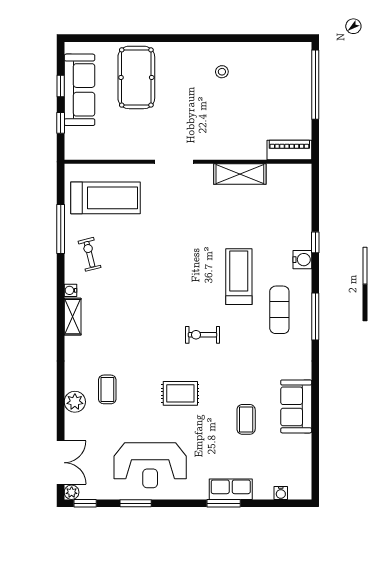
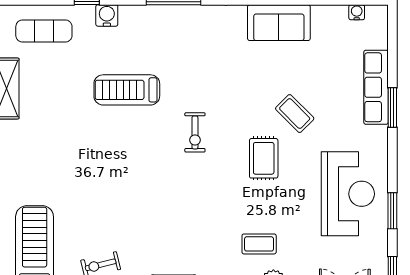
exercise mat: (279, 310) -> (44, 31), moved
coffee table: (246, 419) -> (295, 114), moved, turned 45
row of seats: (231, 489) -> (376, 87), width x1.48
water cooler: (281, 493) -> (357, 12), moved, turned -90

